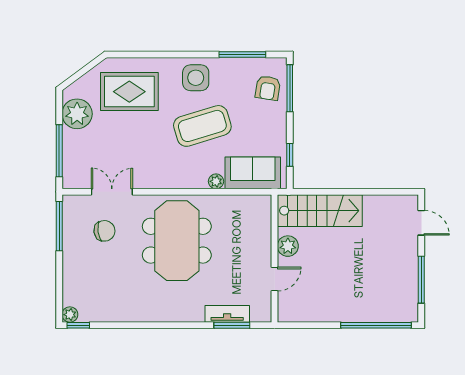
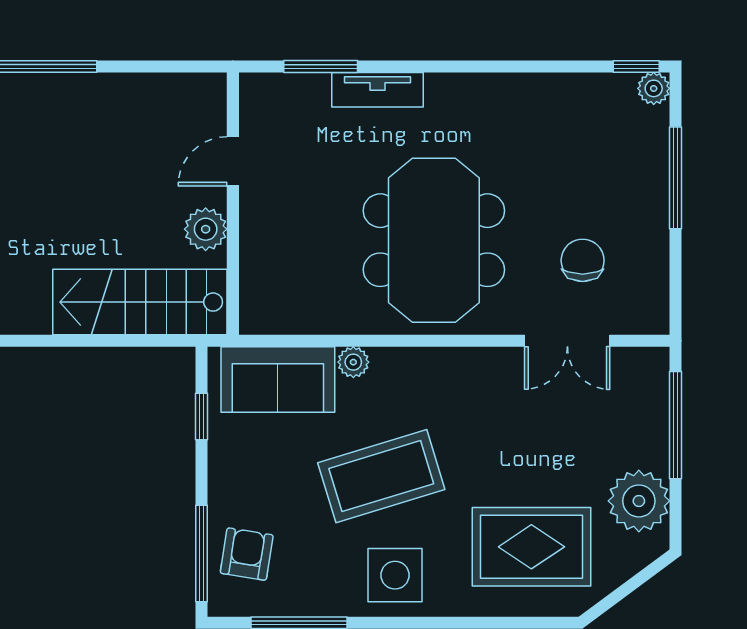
window: (59, 226) -> (676, 178), moved
chair: (104, 231) -> (583, 260), turned 98
tv unit: (227, 314) -> (377, 90), moved

